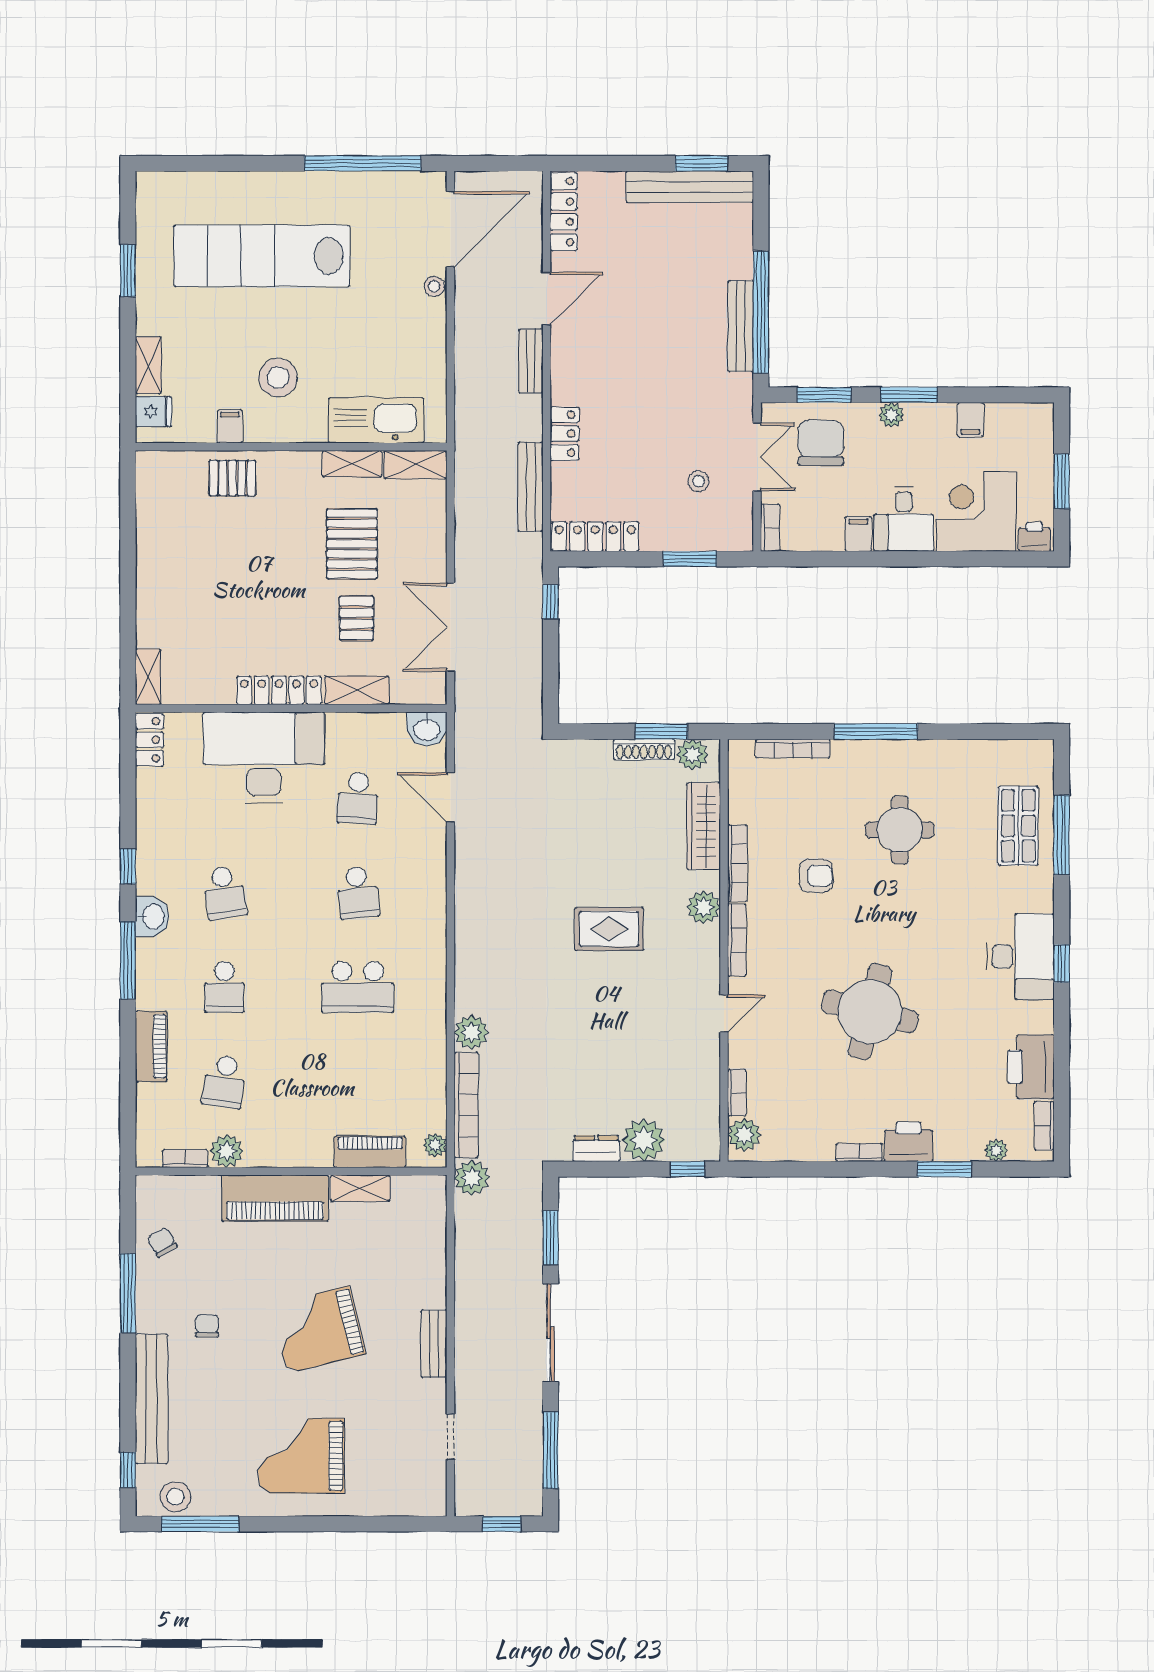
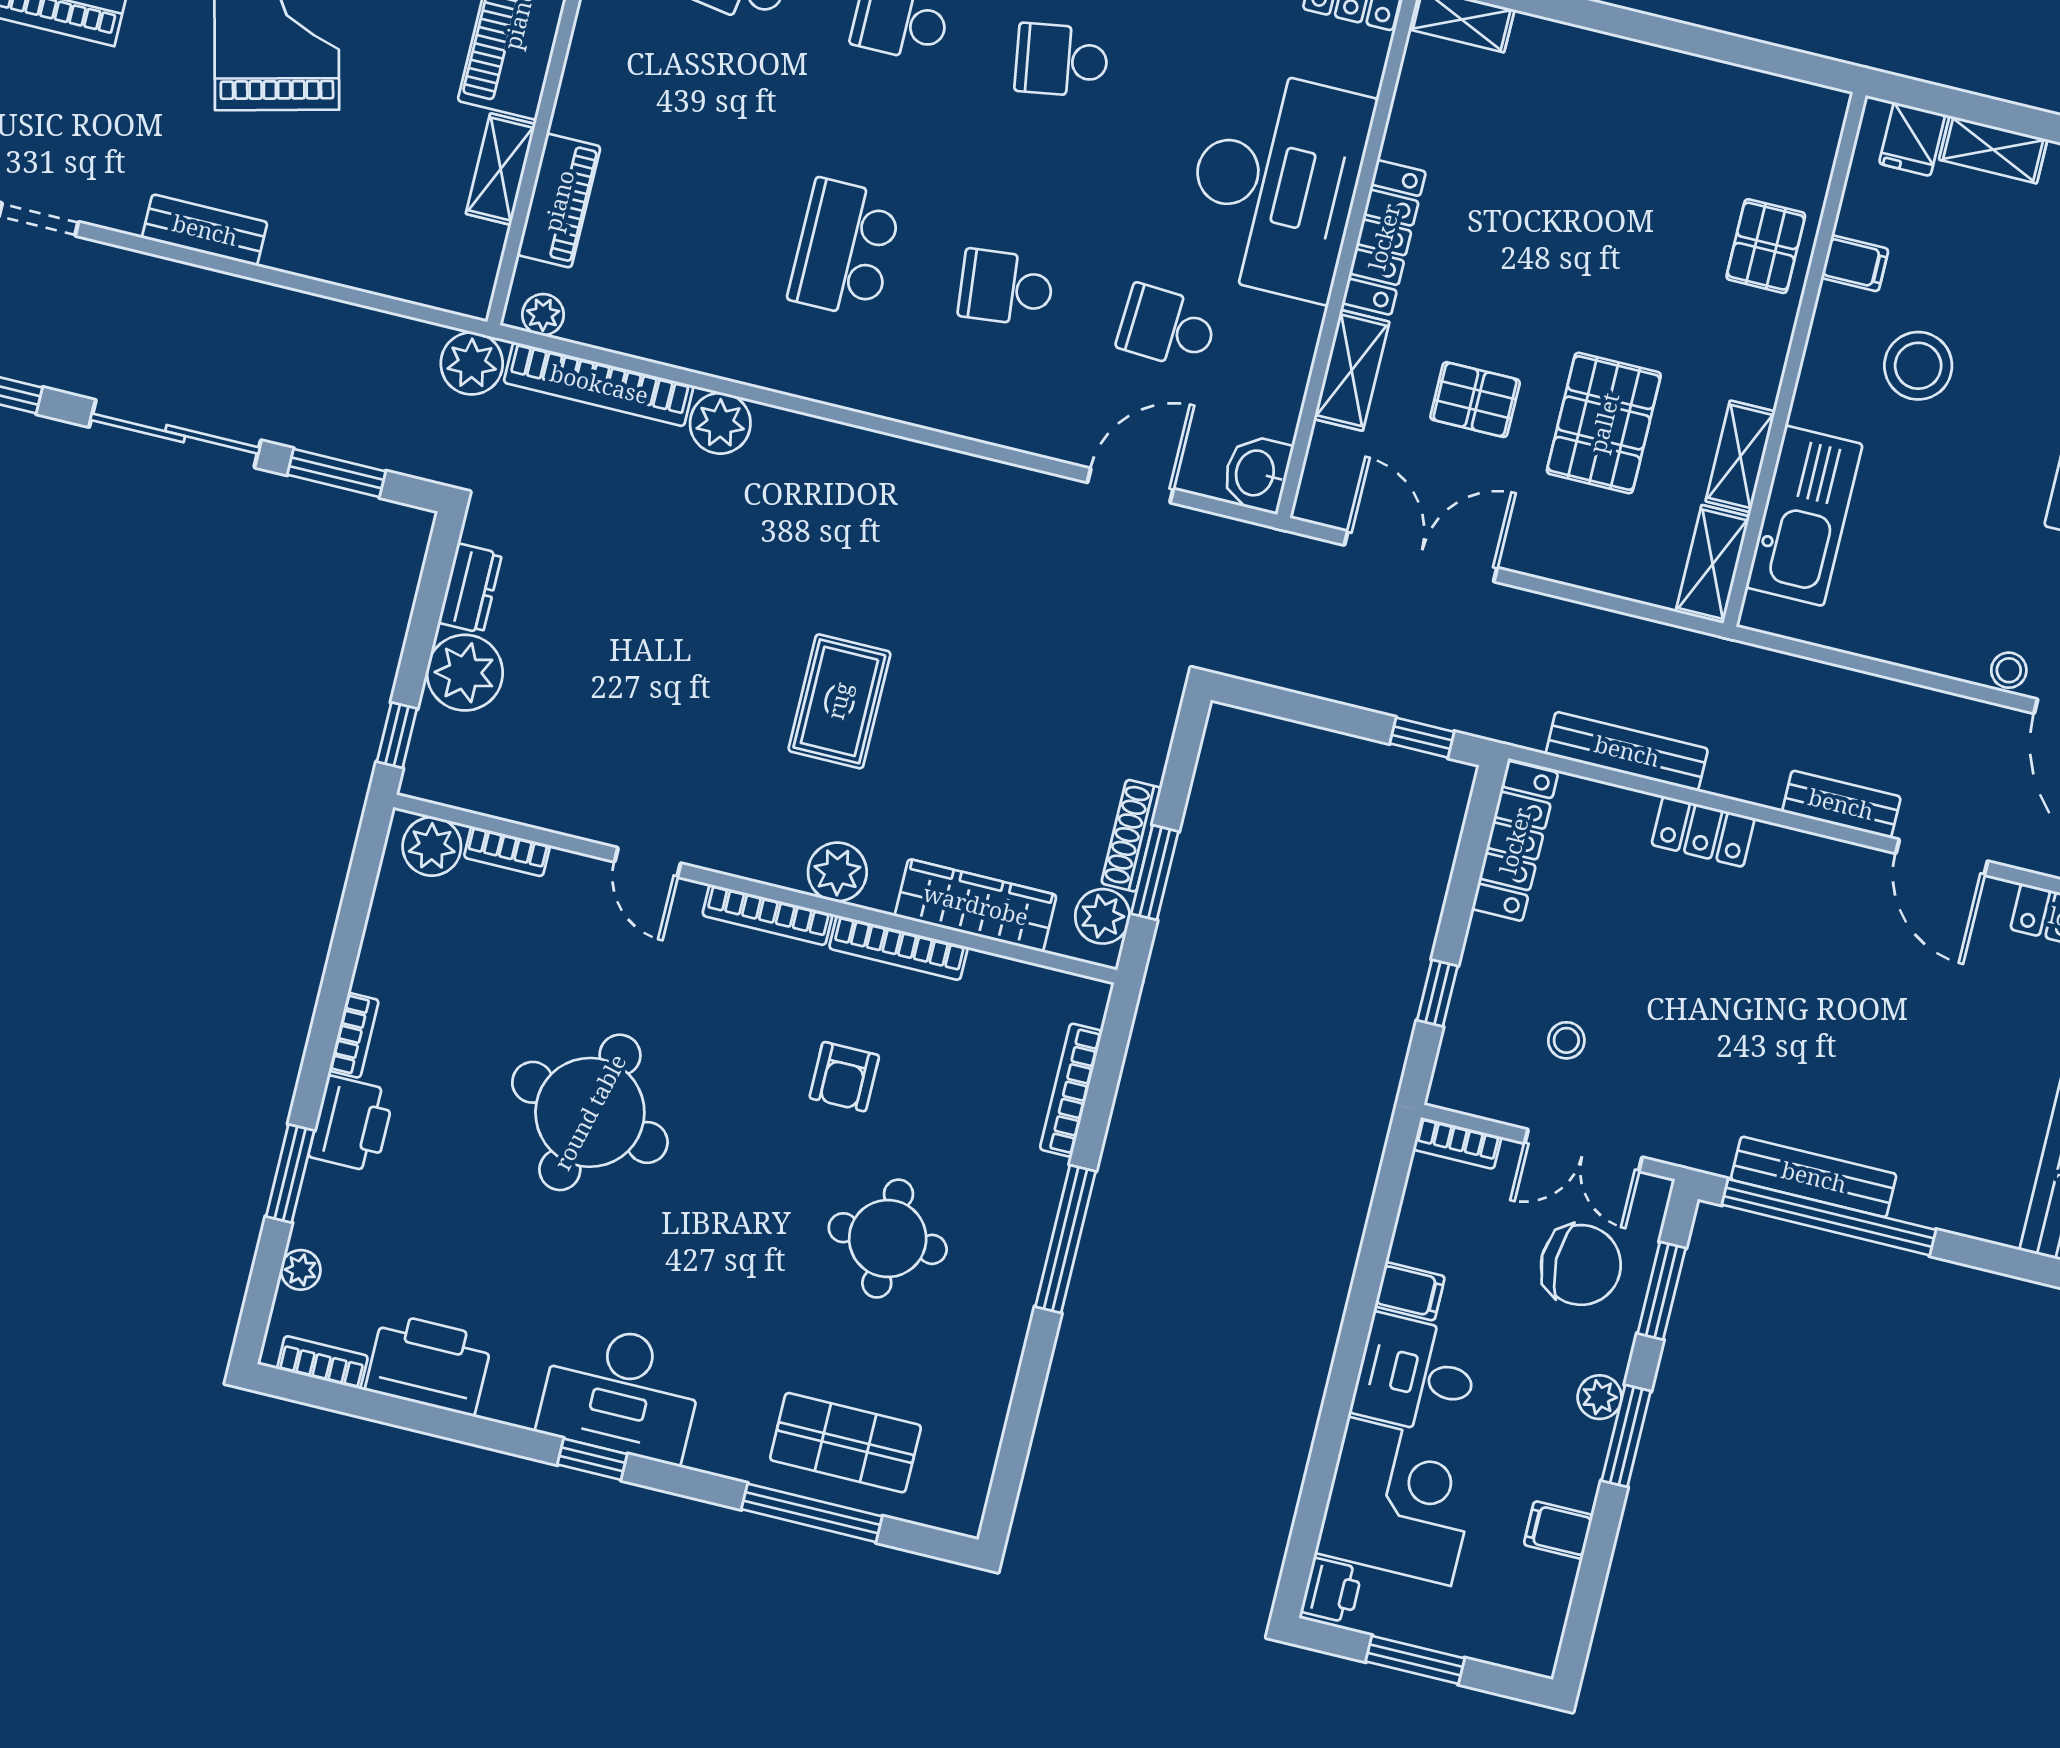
pallet: (352, 544) -> (1604, 423), turned 90
window: (690, 559) -> (1437, 993), width x0.67

